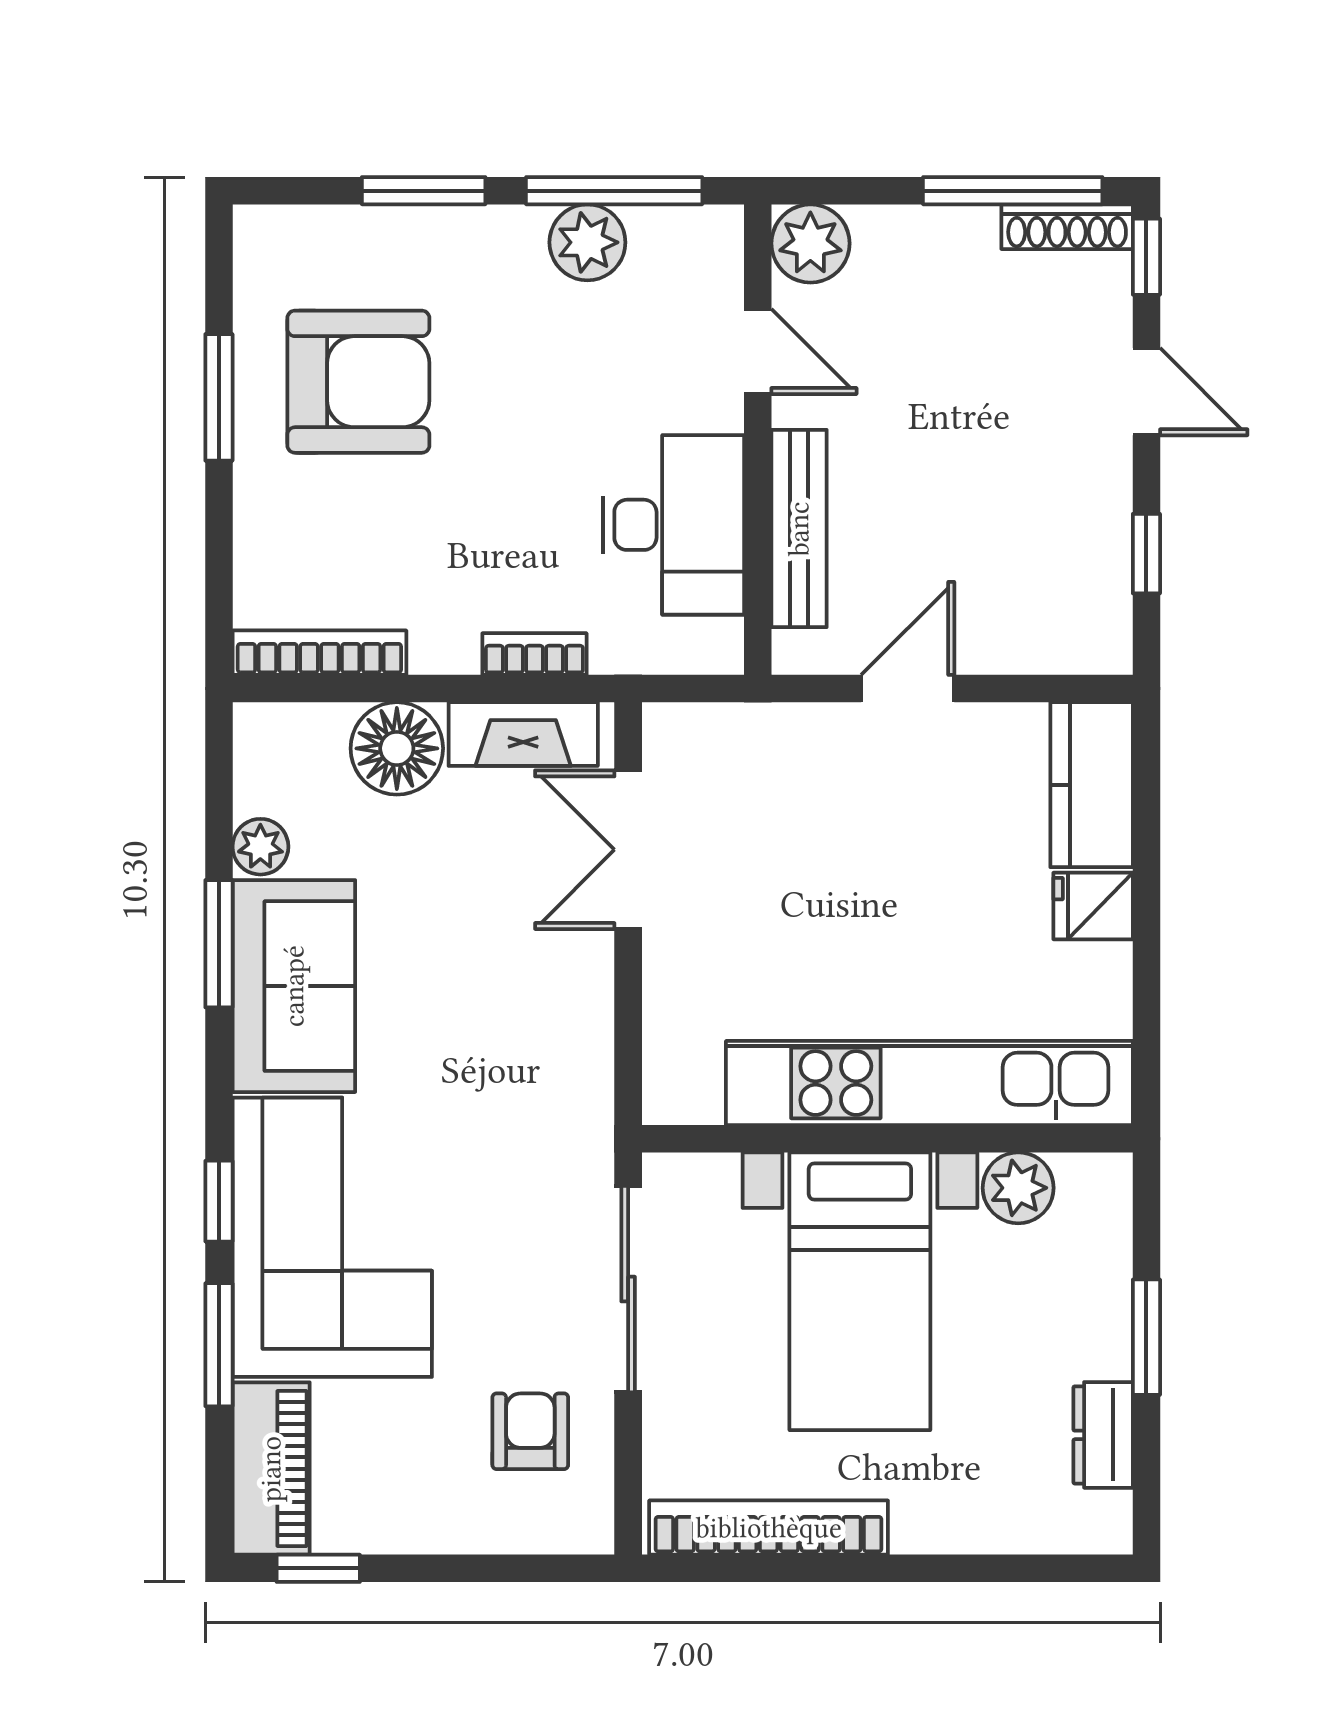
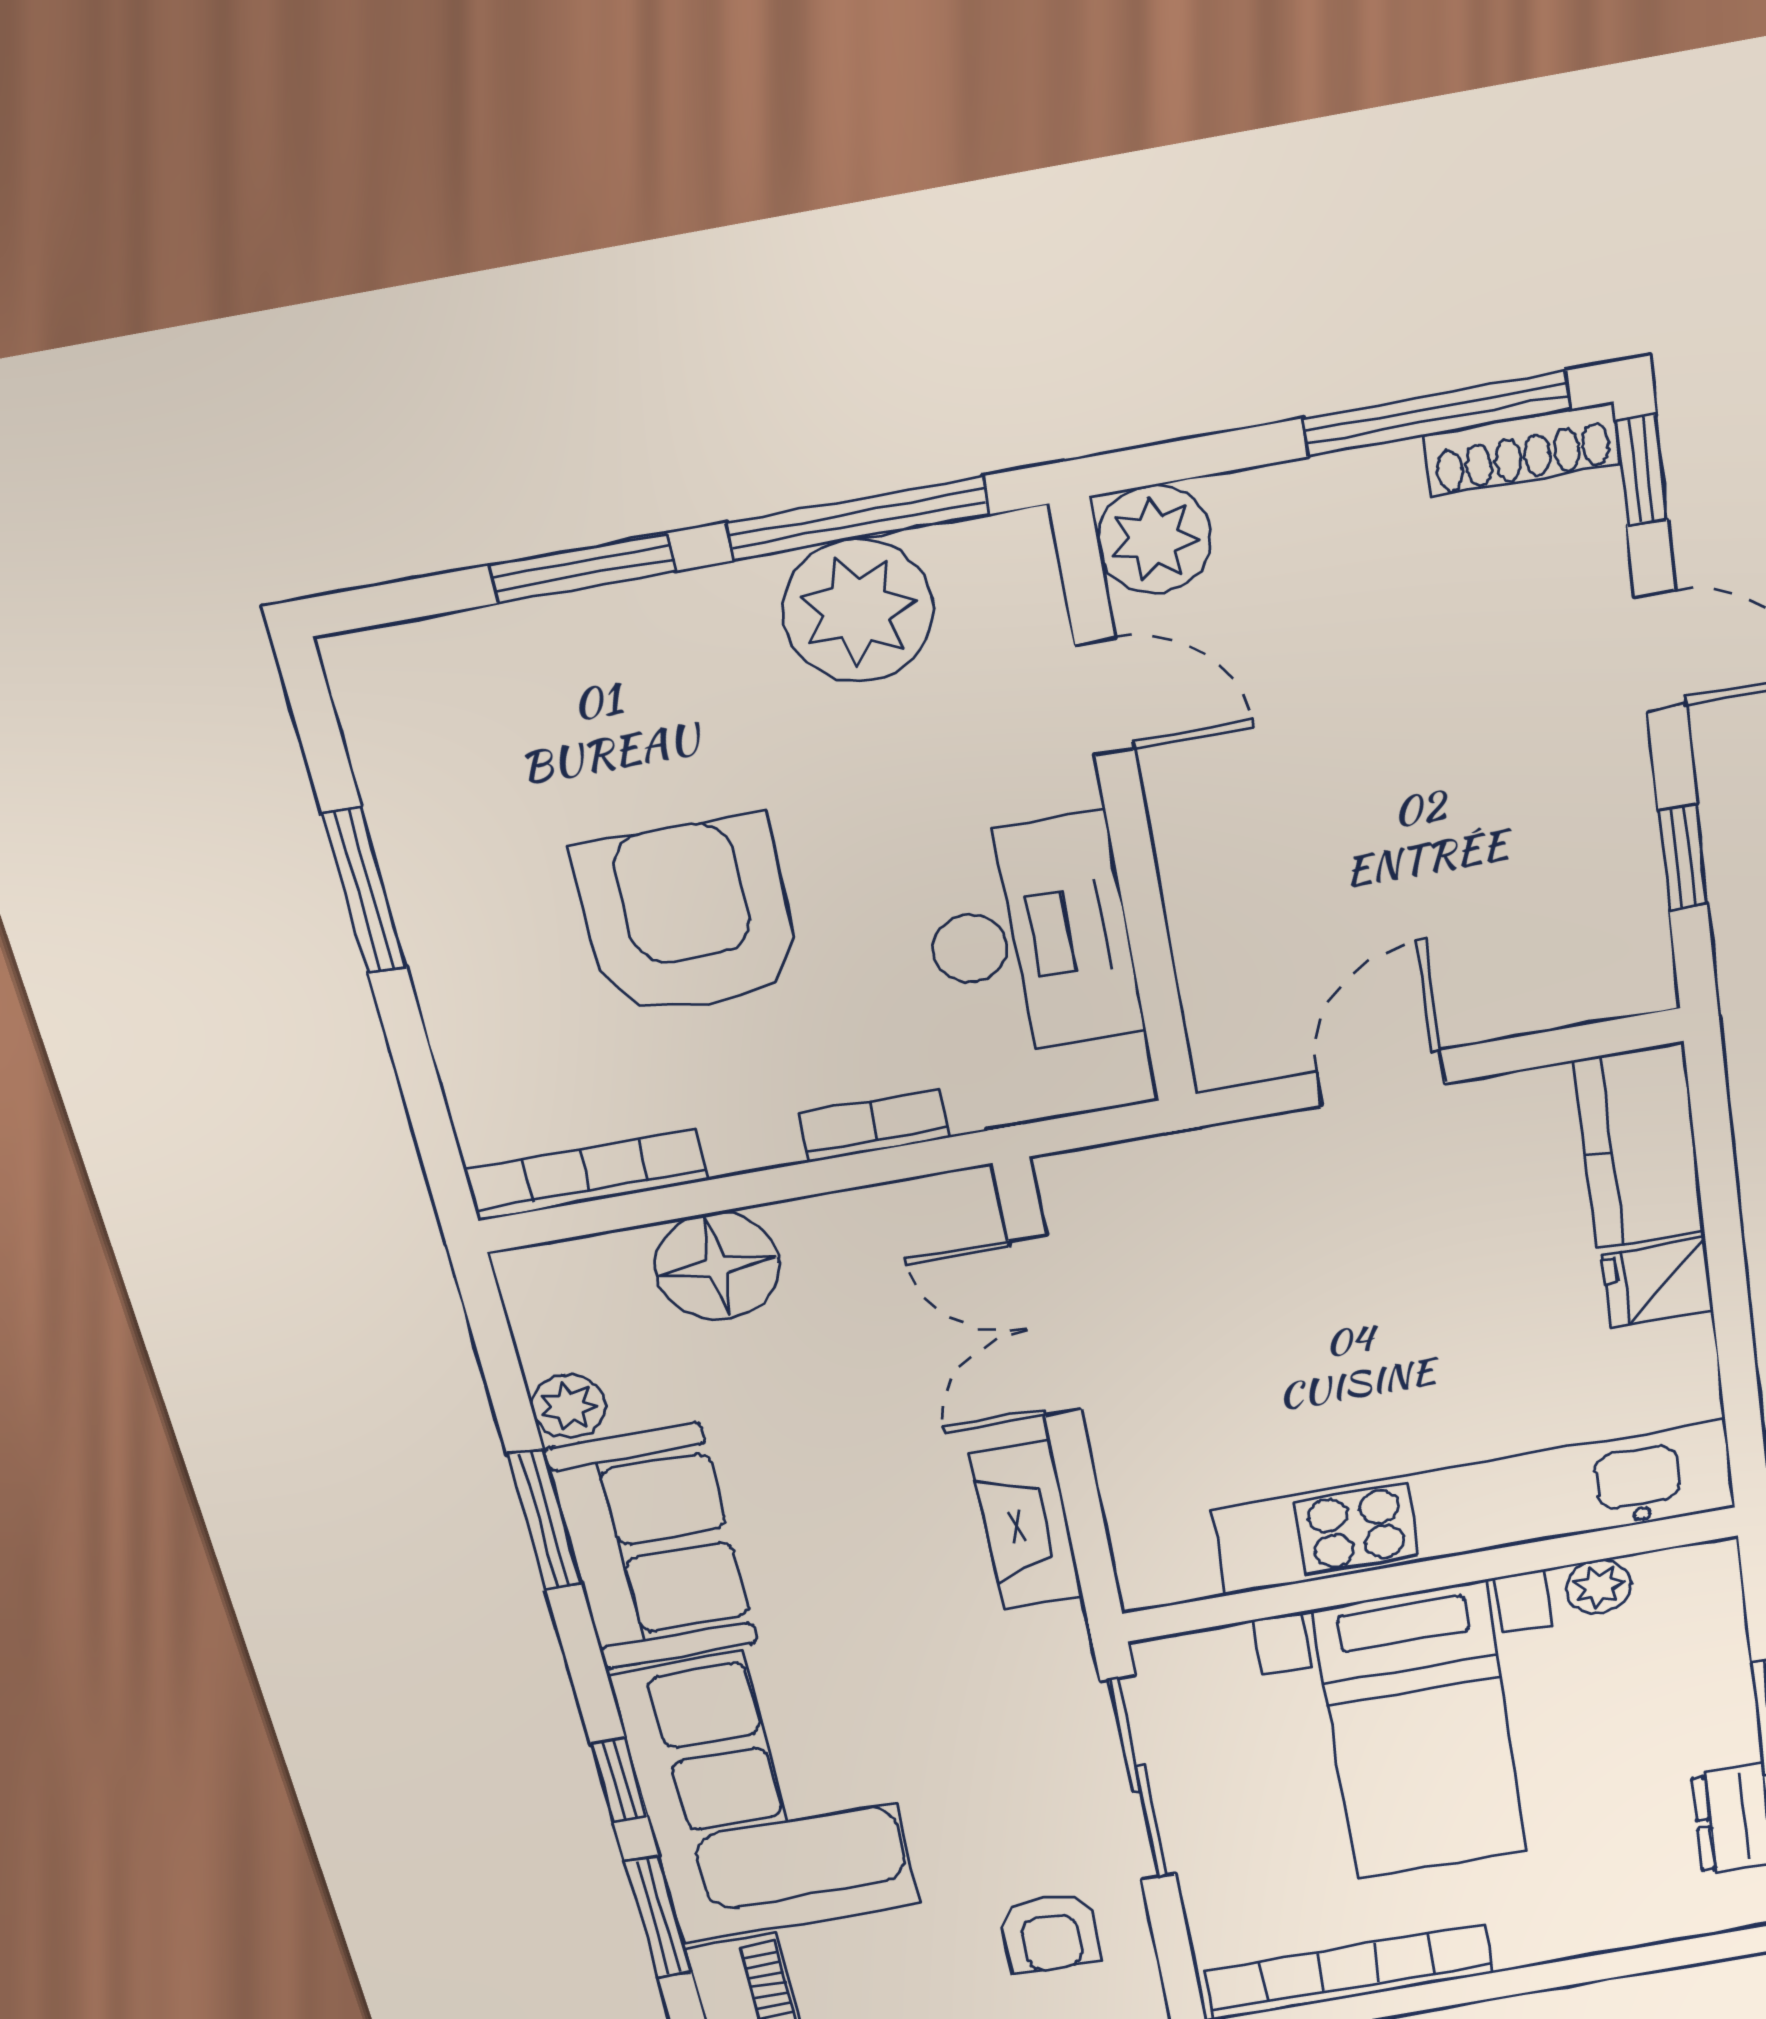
plant: (587, 242) -> (858, 611), width x1.36, depth x1.36
armchair: (358, 382) -> (688, 918), moved, turned -90
bench: (799, 529) -> (1202, 911), removed
fireplace: (523, 734) -> (1027, 1525), moved, turned 90
plant: (1018, 1188) -> (1599, 1586), width x0.73, depth x0.73
armchair: (530, 1431) -> (1050, 1933), turned 180

